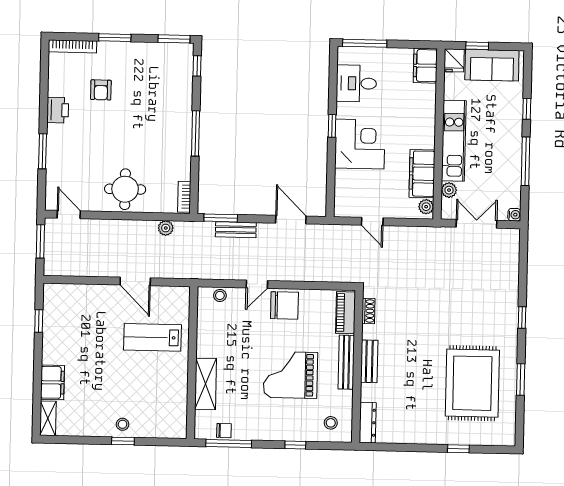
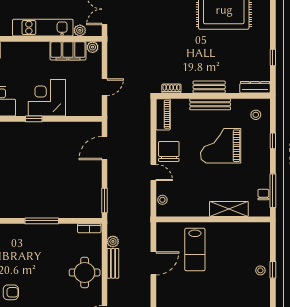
bench: (236, 230) -> (113, 263), moved
piano: (346, 313) -> (163, 114), moved, turned -90
grand piano: (290, 375) -> (221, 146), turned 90
window: (458, 449) -> (273, 58), moved

